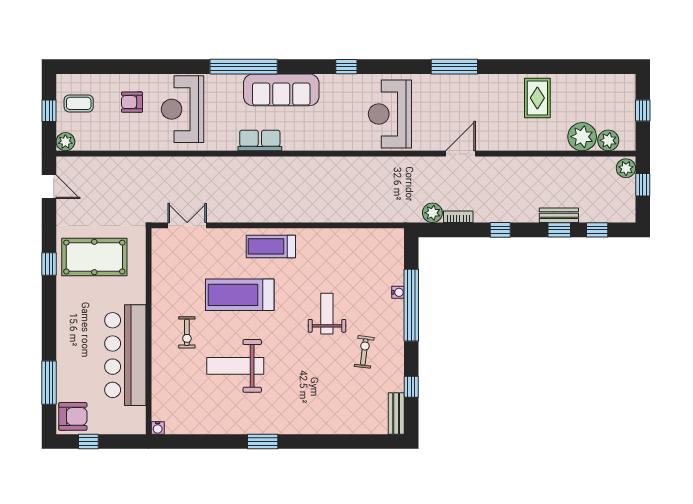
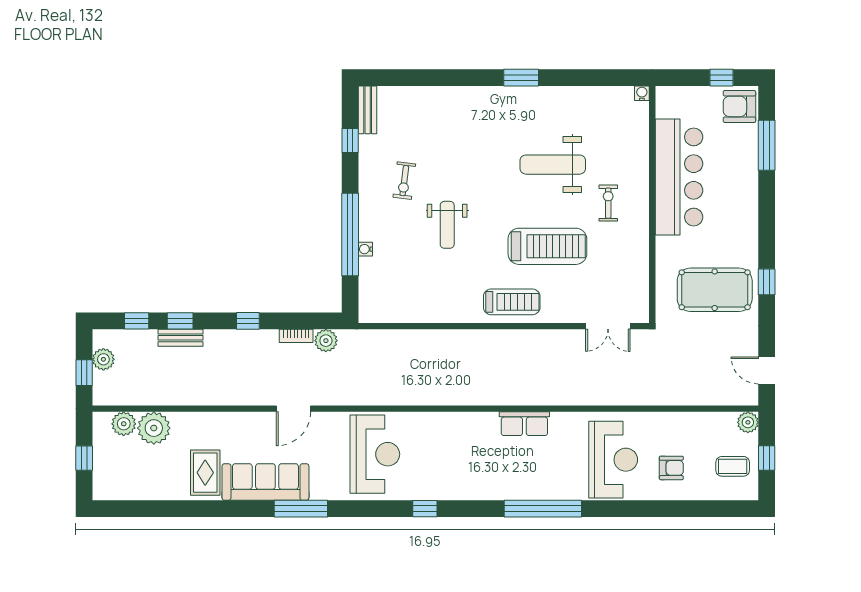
sofa: (281, 90) -> (265, 482), moved
plant: (626, 168) -> (103, 359), moved
weight bench: (235, 366) -> (553, 165), turned 180

